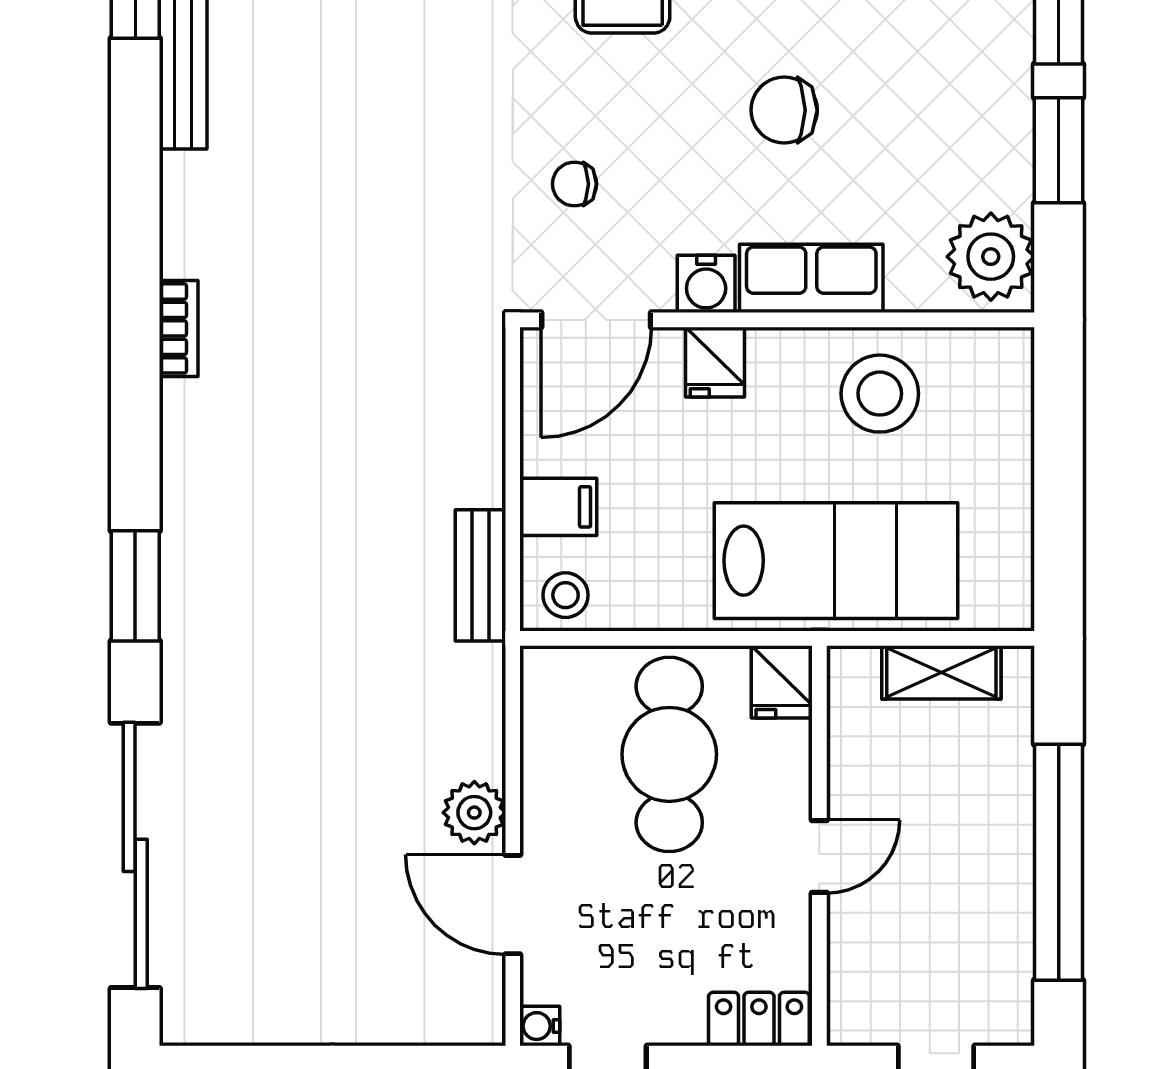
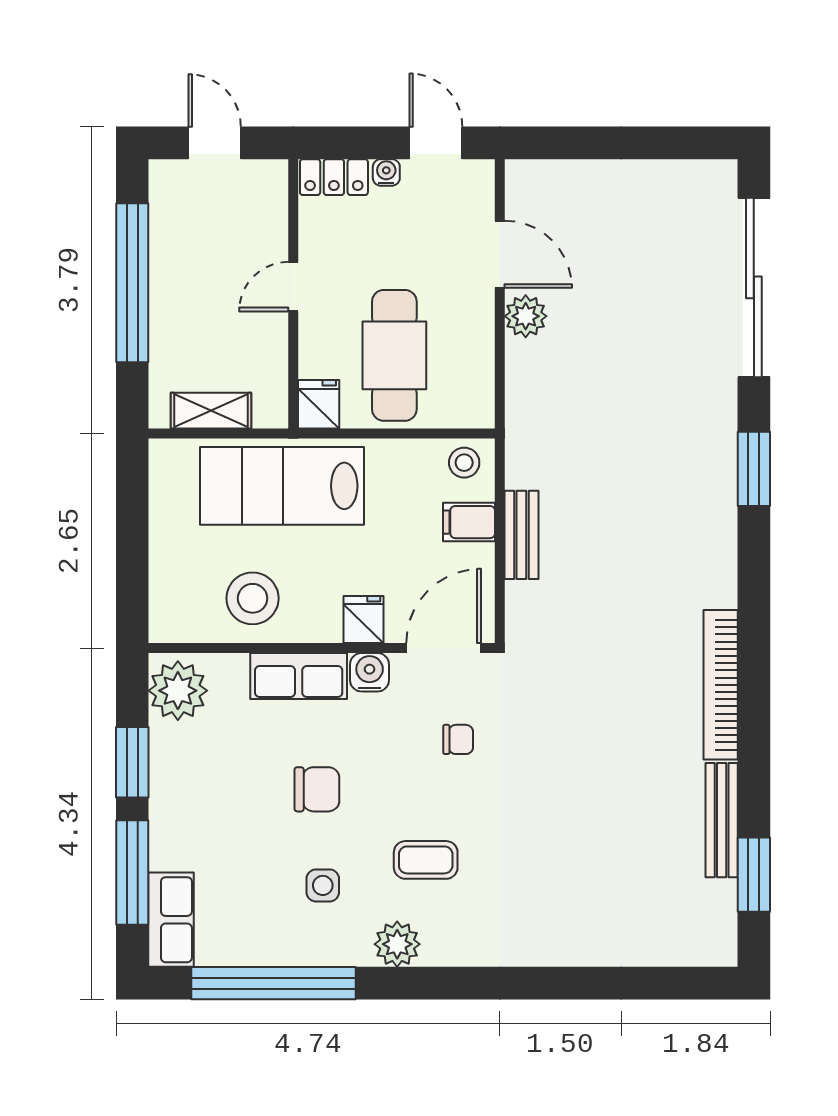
bookcase: (179, 328) -> (721, 685), width x2.31, depth x1.31
bench: (480, 575) -> (521, 535), moved
water cooler: (540, 1026) -> (386, 172), moved, turned -90

